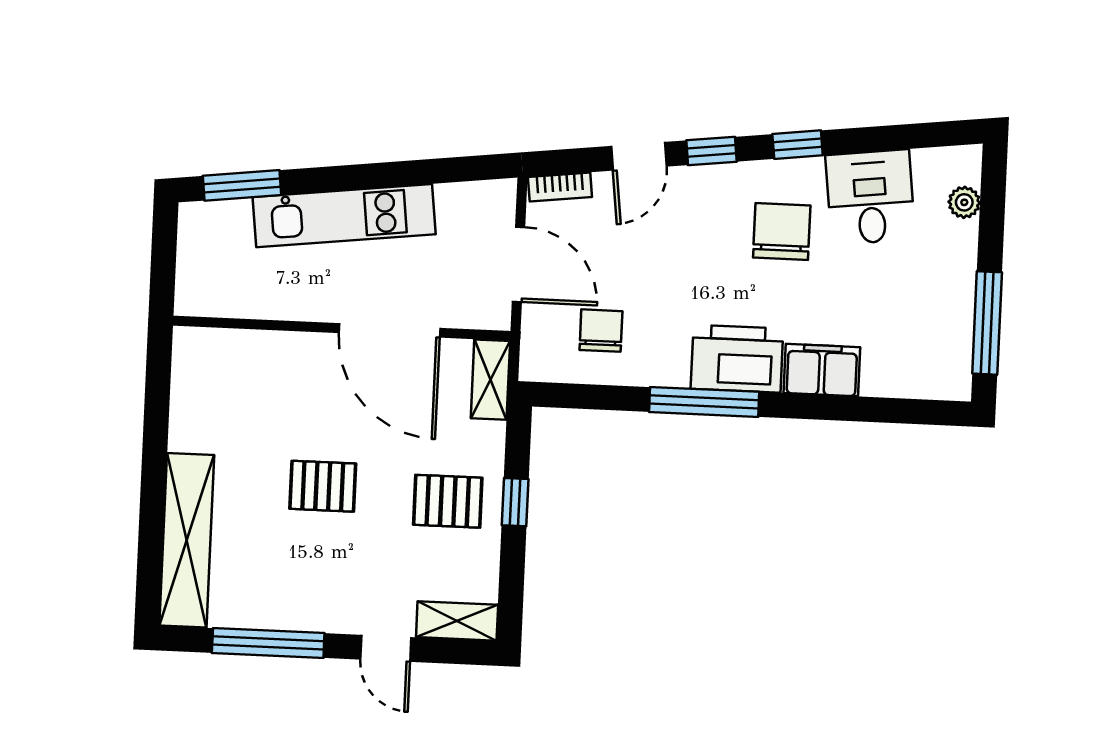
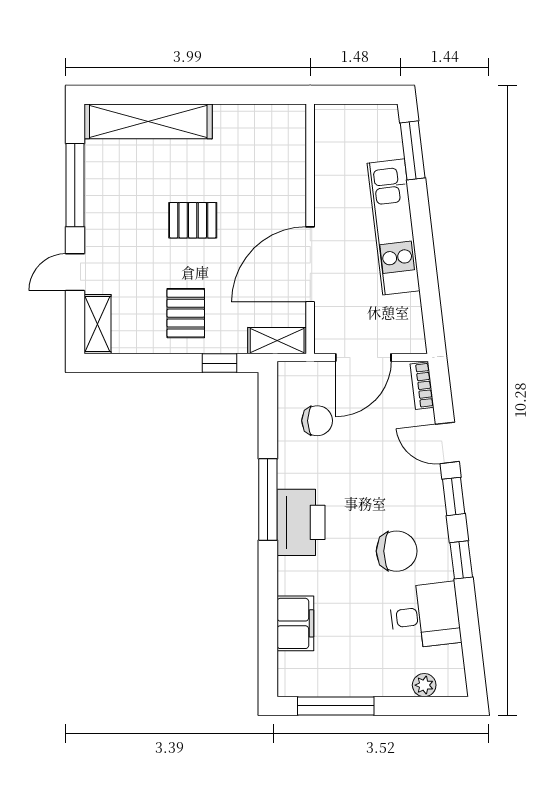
filing cabinet: (822, 370) -> (295, 623), moved
pallet: (323, 486) -> (193, 220), turned 90
window: (515, 502) -> (219, 363), moved

